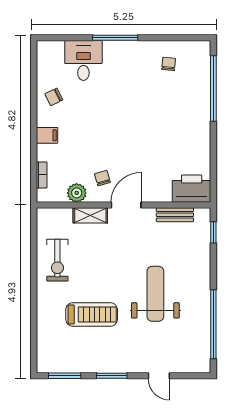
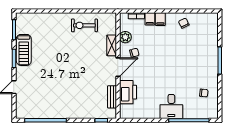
desk: (83, 60) -> (171, 106), moved, turned 90
filing cabinet: (47, 153) -> (150, 19), added
printer: (192, 189) -> (128, 92), moved
door: (126, 205) -> (118, 67), hinge flipped
weight bench: (155, 294) -> (64, 85), removed
treadmill: (92, 314) -> (24, 50), moved

